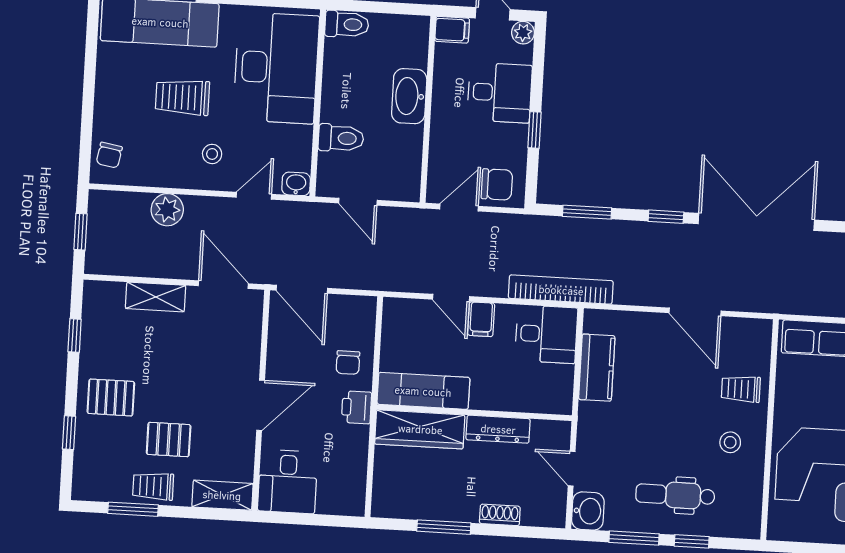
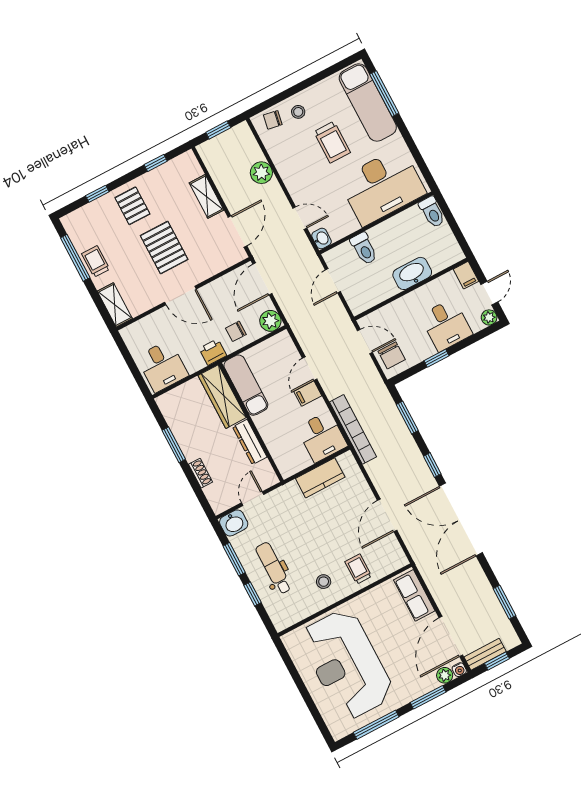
trolley: (183, 97) -> (332, 142), turned 180
stool: (212, 154) -> (298, 112), moved
double door: (756, 222) -> (461, 519), swing flipped
plant: (361, 311) -> (270, 321), added
pallet: (169, 440) -> (164, 248), moved, width x1.50, depth x1.42
desk: (288, 482) -> (162, 366), moved, turned -90
window: (133, 509) -> (75, 258), width x1.44

